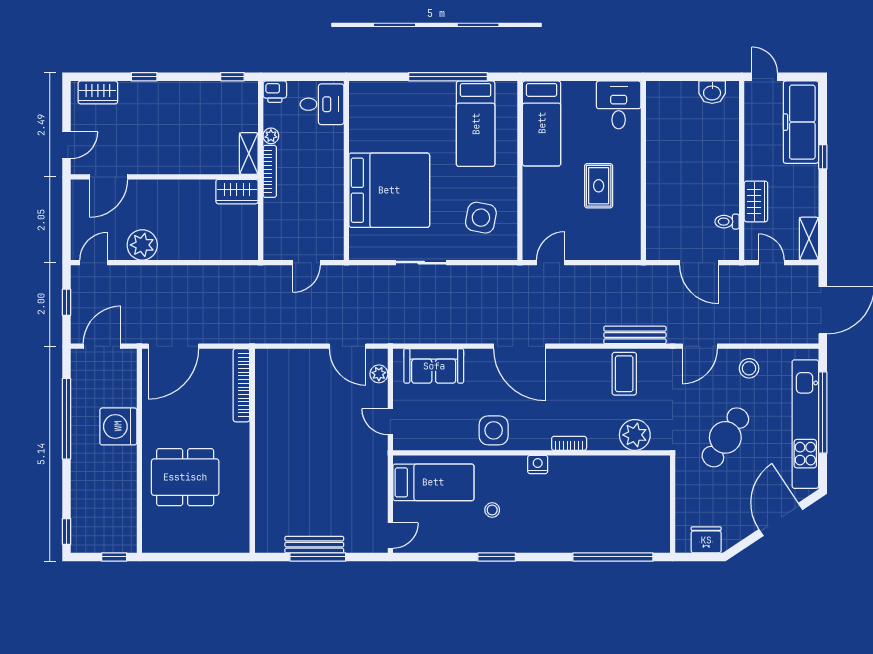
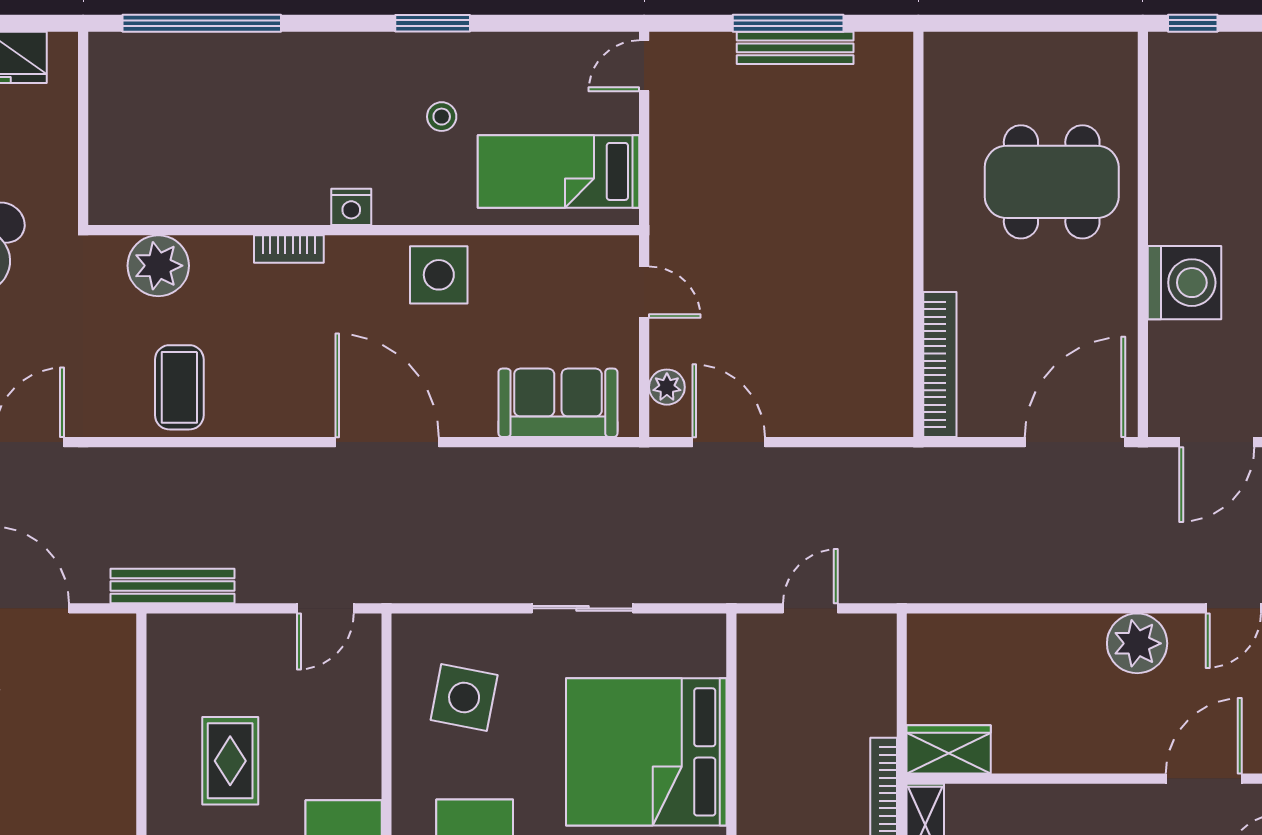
bench: (635, 335) -> (172, 586), moved

